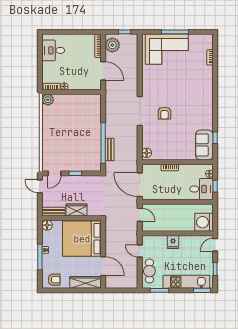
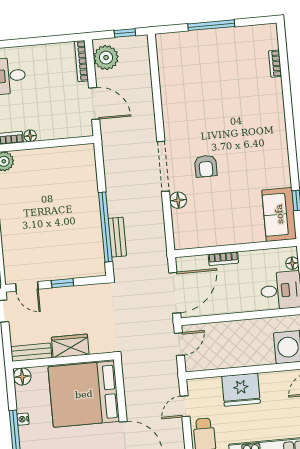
corner sofa: (167, 49) -> (200, 56), removed
floor lamp: (147, 153) -> (178, 200), moved
door: (55, 173) -> (27, 286), hinge flipped
door: (140, 185) -> (175, 293), swing flipped
door: (140, 215) -> (179, 344), hinge flipped
fridge: (173, 242) -> (241, 390), width x1.88, depth x1.34
door: (140, 251) -> (185, 406), hinge flipped

